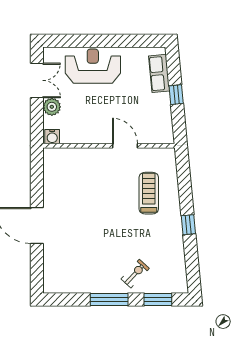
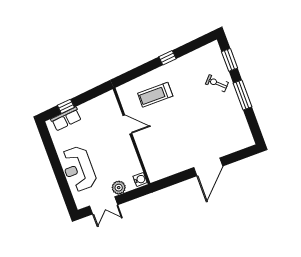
double door: (37, 80) -> (104, 205), swing flipped
window: (176, 95) -> (66, 106), moved
door: (125, 146) -> (127, 124), swing flipped

